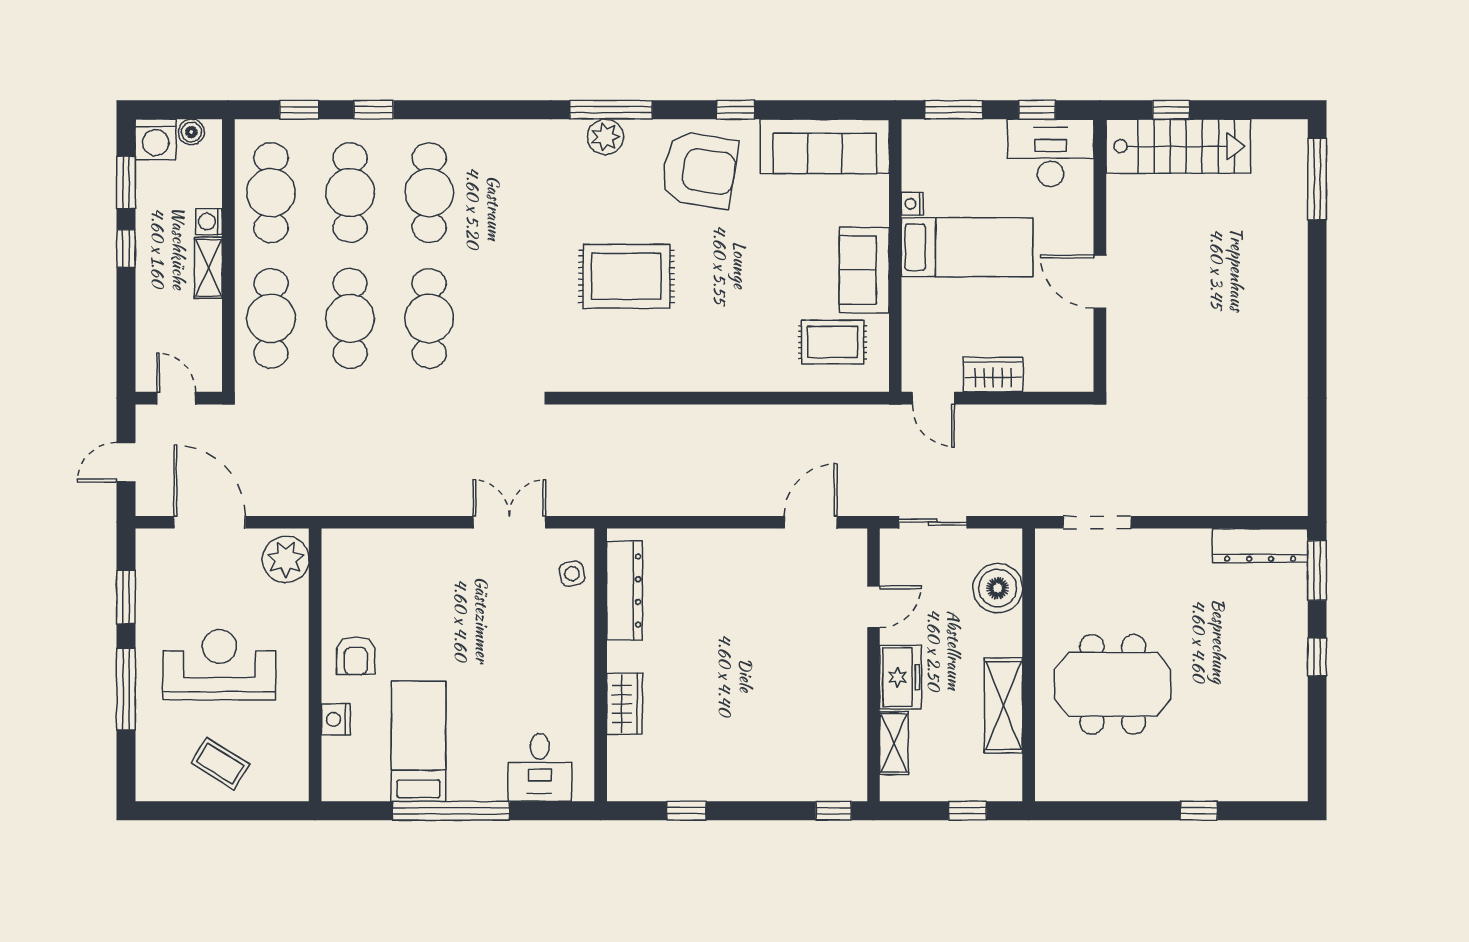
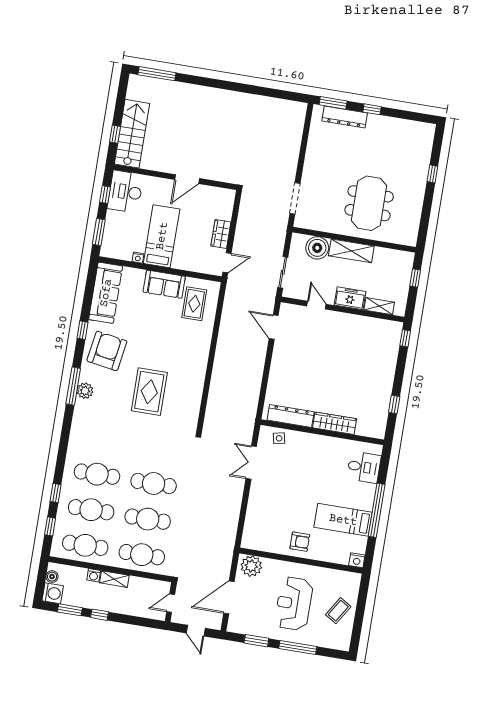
dresser: (1260, 545) -> (345, 117), moved, turned 90
wardrobe: (625, 704) -> (335, 423), width x1.50
shelving: (1003, 705) -> (351, 251), moved
nightstand: (336, 719) -> (357, 560), moved

